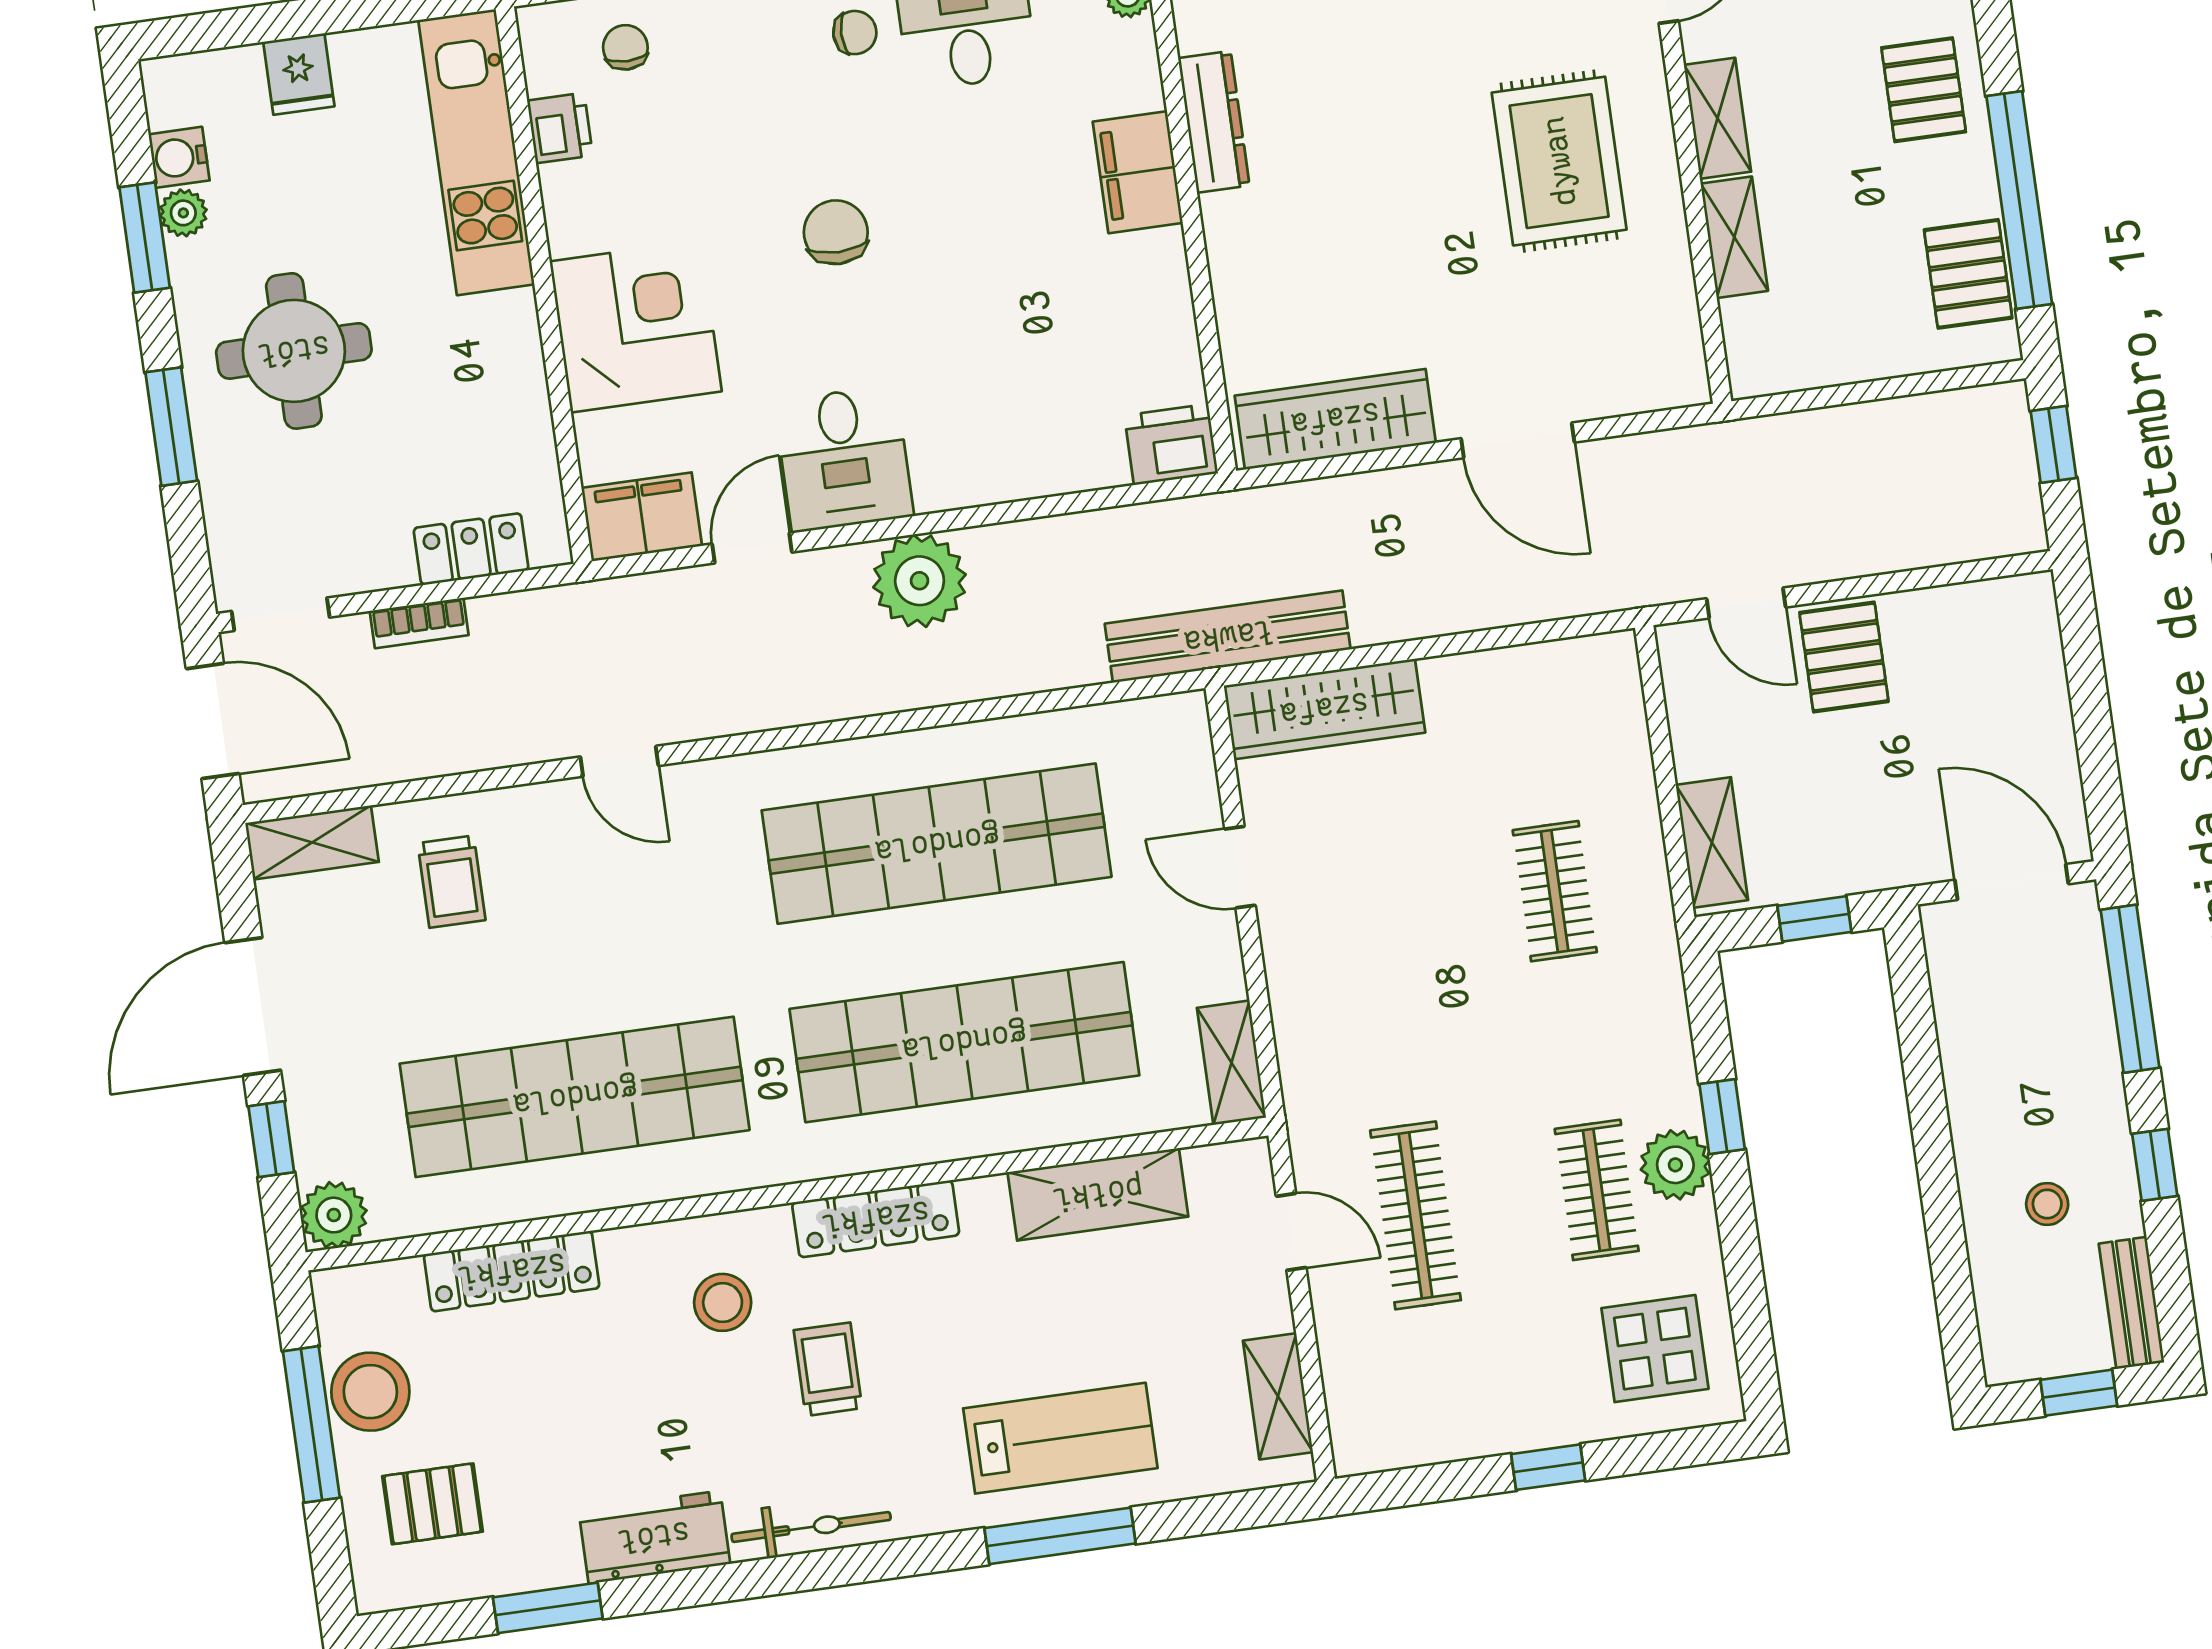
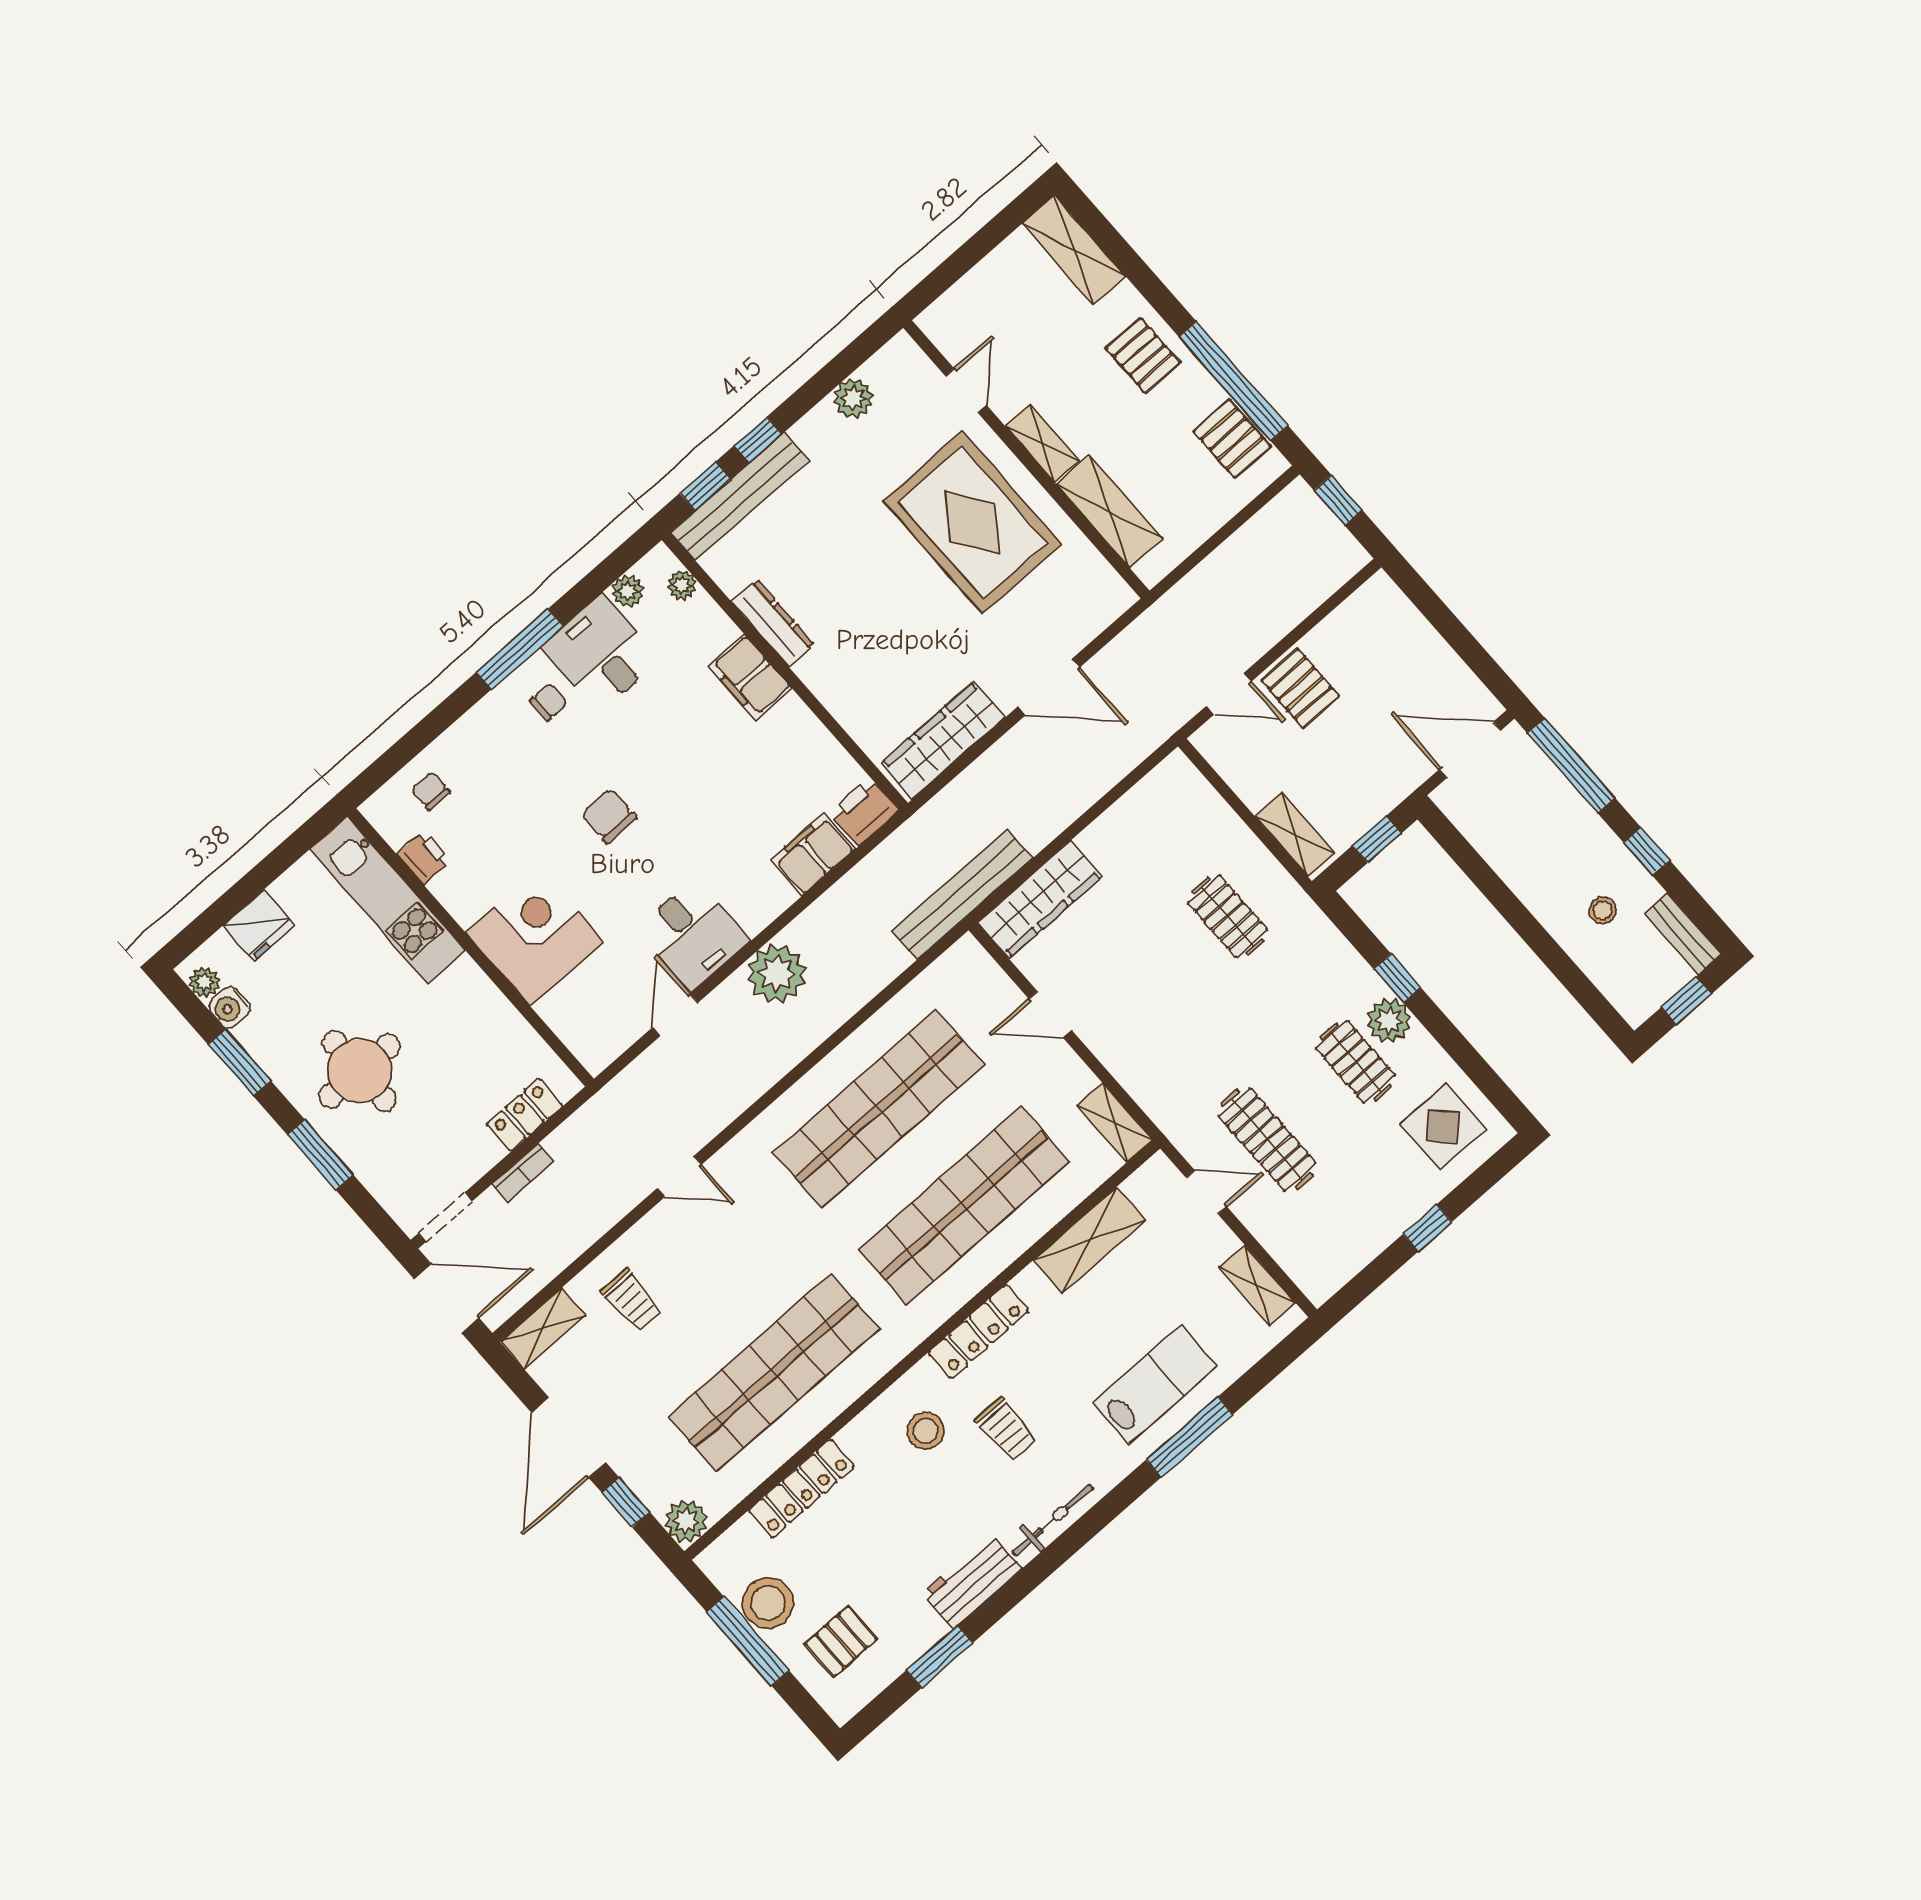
fridge: (299, 74) -> (259, 925), width x1.38
rug: (1559, 161) -> (972, 522), width x1.37, depth x1.44
plant: (183, 213) -> (204, 982), moved
shelving: (1734, 237) -> (1110, 512), width x1.50, depth x1.33
filing cabinet: (642, 517) -> (813, 854), moved
trolley: (828, 1369) -> (1006, 1429), turned 180

